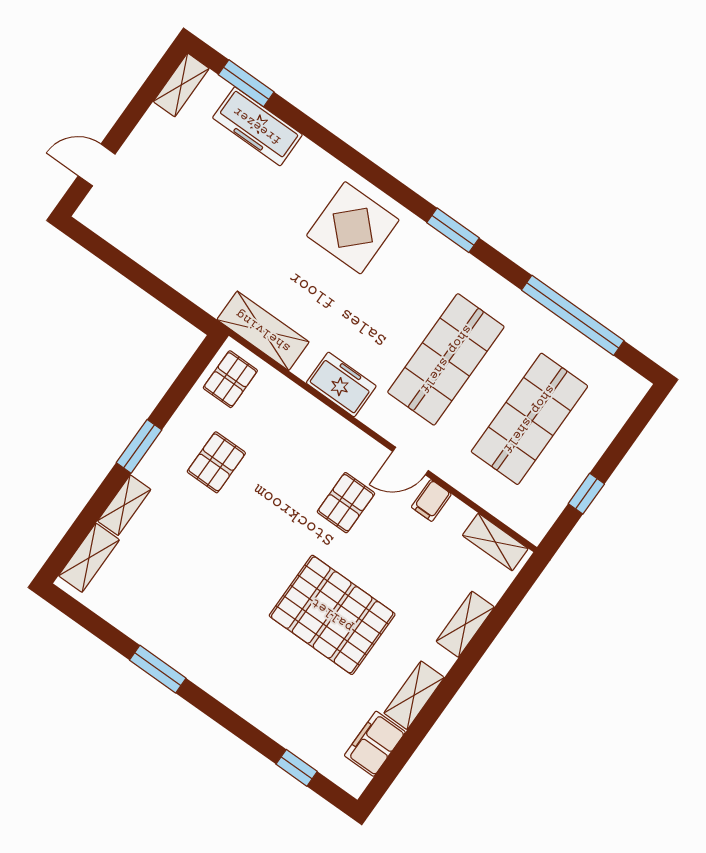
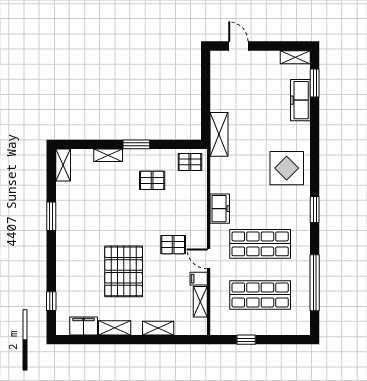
shelving: (263, 331) -> (219, 134), moved
shelving: (495, 542) -> (200, 302), moved
shelving: (89, 558) -> (63, 165), moved, turned 90

